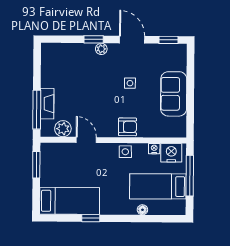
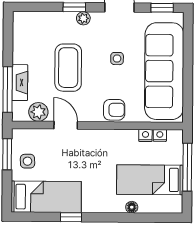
coffee table: (88, 91) -> (68, 68), added
sofa: (174, 94) -> (164, 71), width x1.85, depth x1.27
side table: (125, 152) -> (27, 161), moved
nightstand: (171, 153) -> (160, 135), width x0.53, depth x0.56

